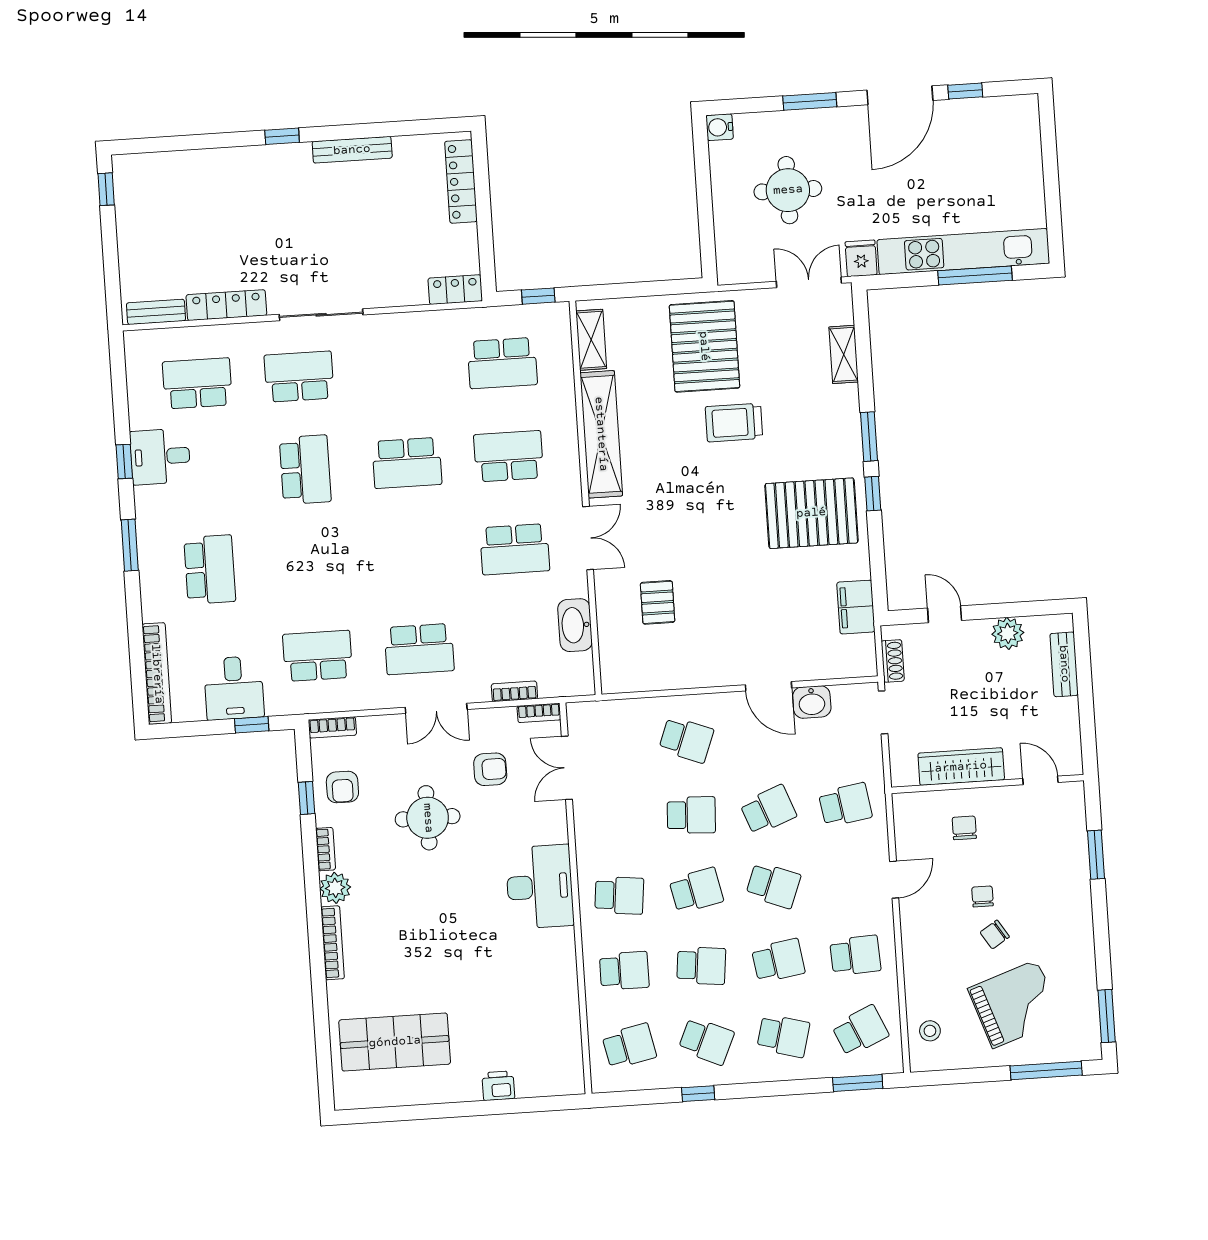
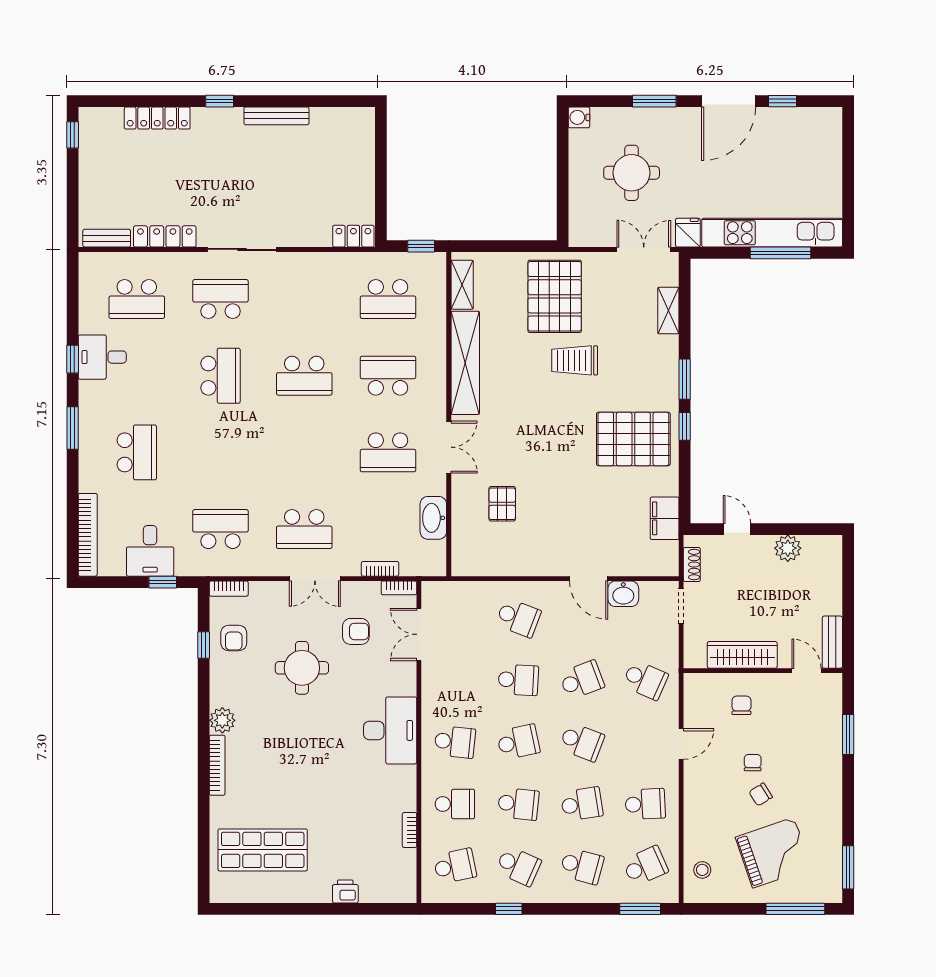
locker: (461, 181) -> (157, 118), moved, turned -90
school desk: (197, 383) -> (137, 299), turned 180
bench: (1064, 664) -> (832, 642), moved
school desk: (845, 805) -> (645, 680), turned 33
bookcase: (326, 849) -> (410, 830), moved, turned 180

